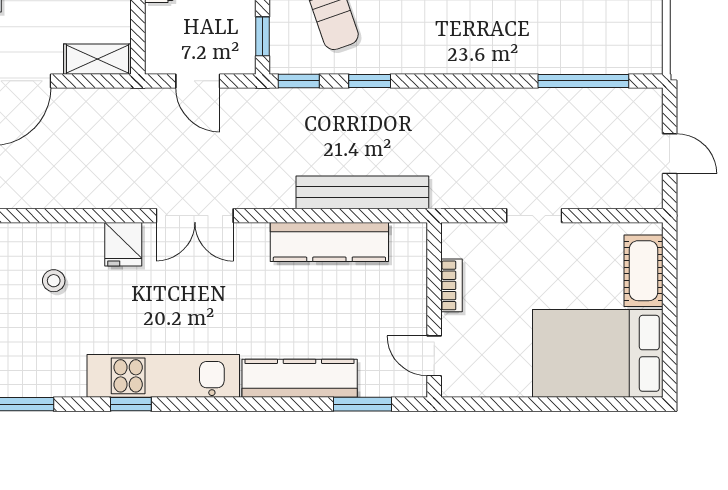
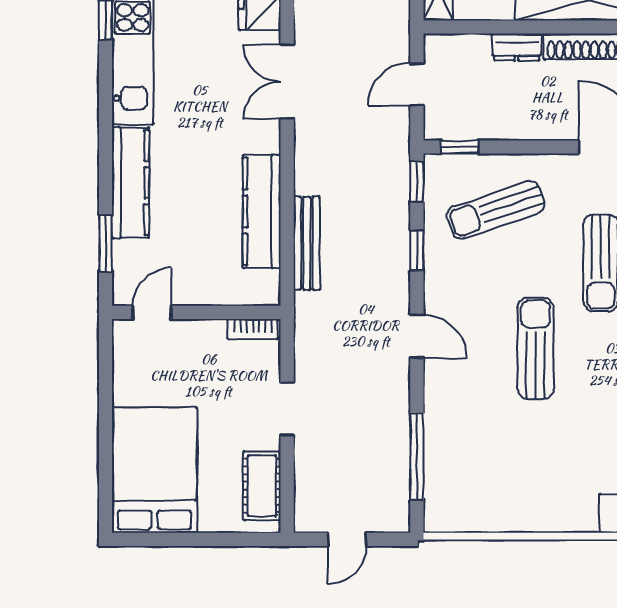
door: (459, 81) -> (417, 336), added
bench: (362, 192) -> (307, 243), width x0.73, depth x0.82
cot: (643, 271) -> (262, 486), moved, turned 90
bookcase: (451, 285) -> (253, 329), moved

